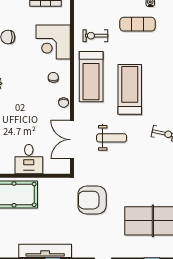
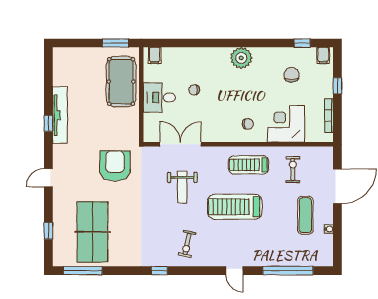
treadmill: (91, 77) -> (249, 165), width x0.73, depth x0.73
treadmill: (130, 89) -> (235, 207), turned 180
chair: (64, 103) -> (194, 90), moved

